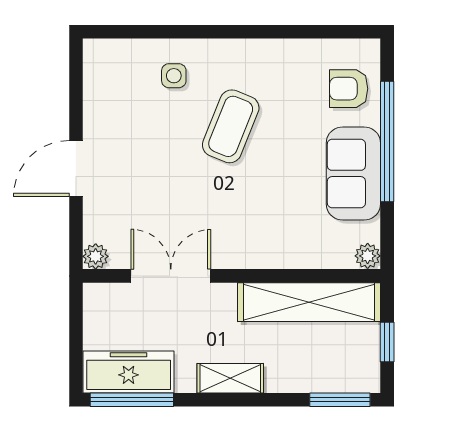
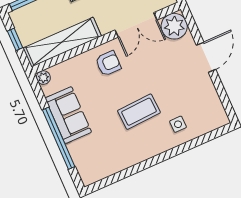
armchair: (349, 89) -> (108, 63), moved
coffee table: (231, 126) -> (139, 112), turned 65
plant: (96, 256) -> (174, 26), width x1.88, depth x1.88

